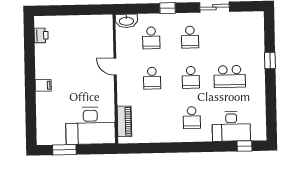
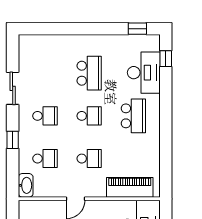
window: (270, 60) -> (137, 29), moved
school desk: (192, 118) -> (133, 116), width x1.85
piano: (124, 121) -> (130, 187), width x1.37, depth x1.33

